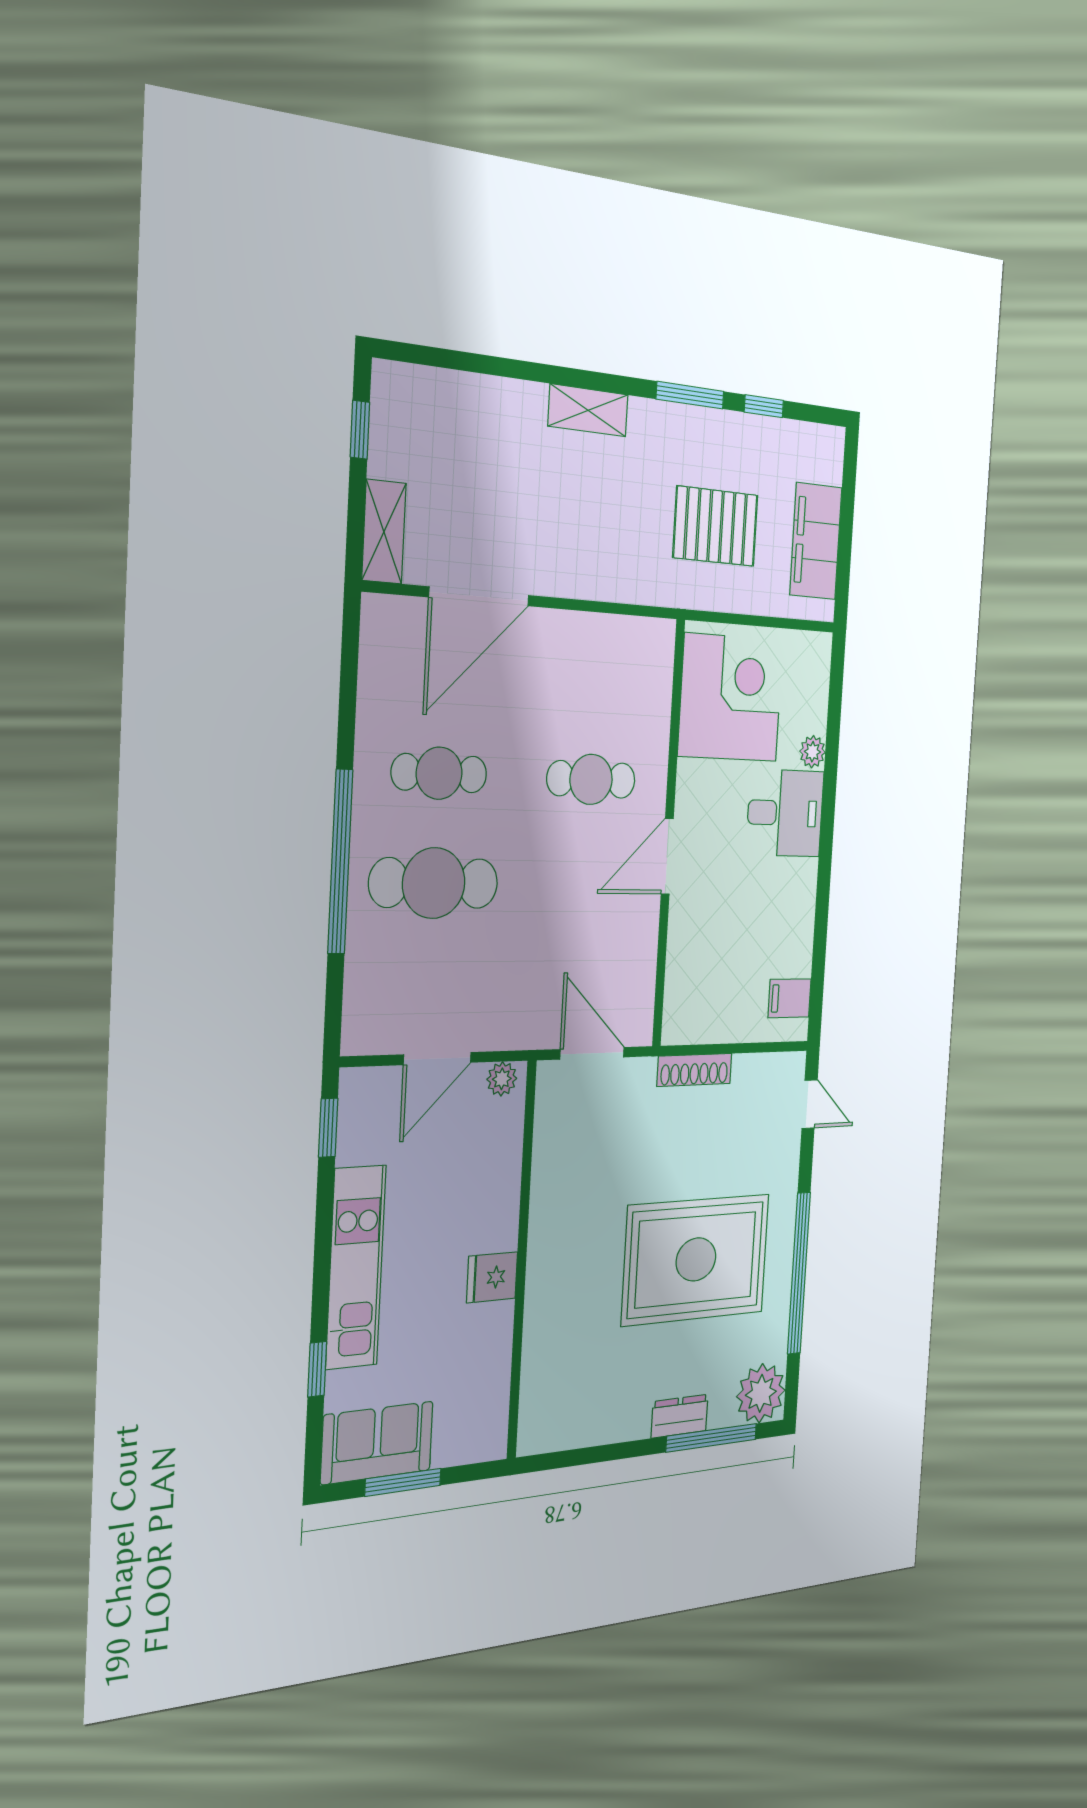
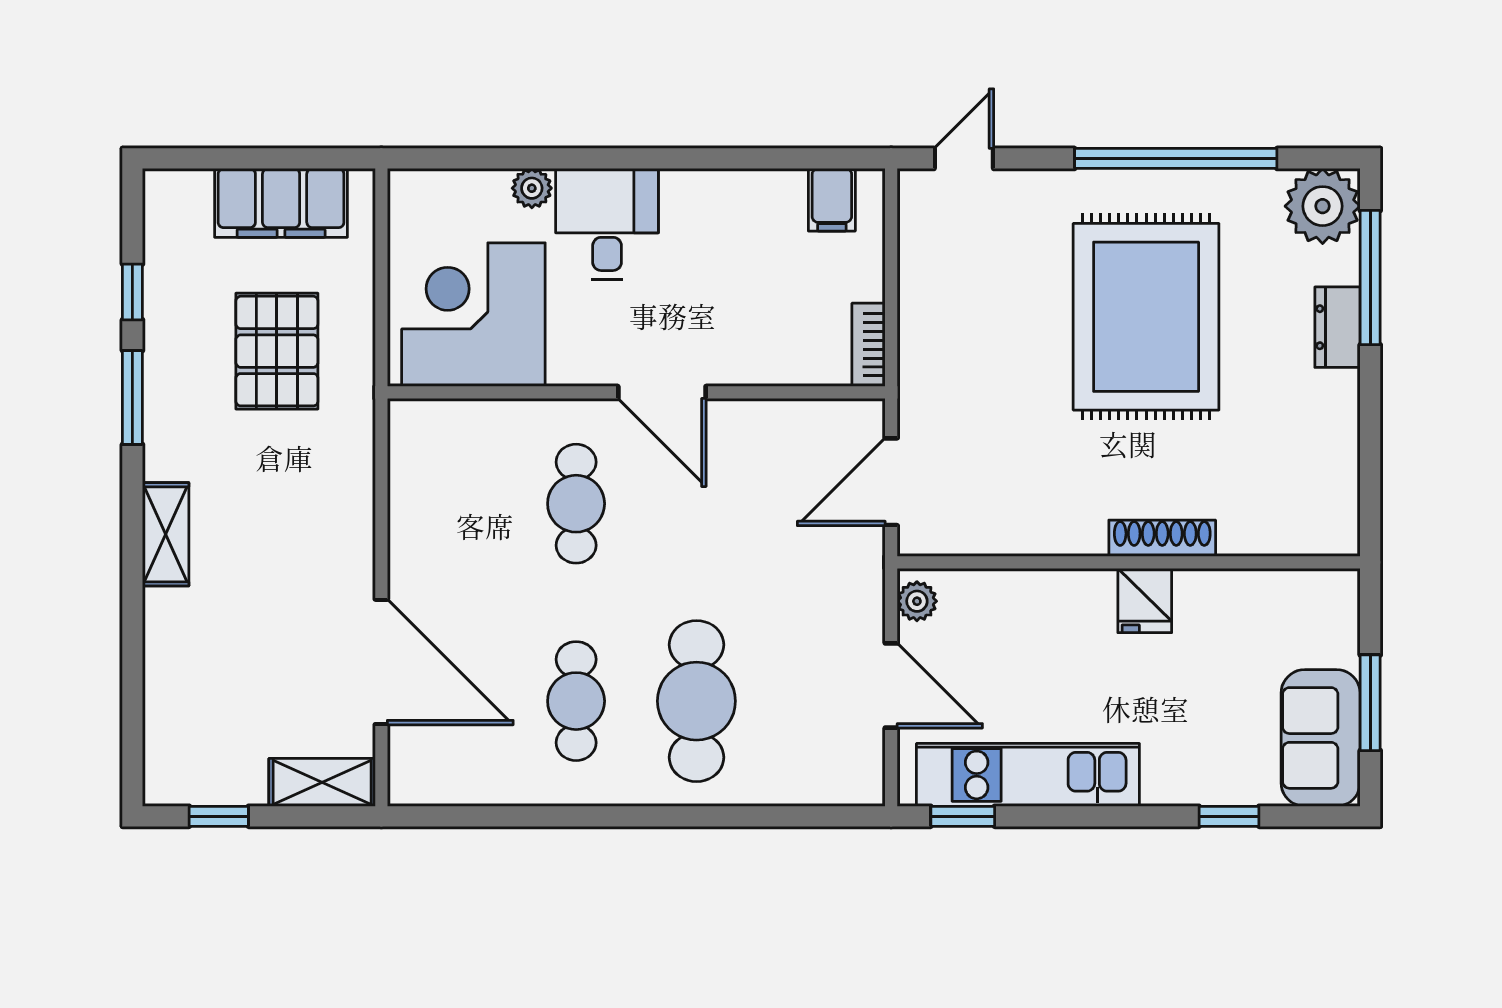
window: (340, 862) -> (675, 816), removed
bookcase: (690, 1031) -> (869, 345), added
shoe rack: (695, 1070) -> (1162, 538), moved, turned -90
kitchen unit: (356, 1267) -> (1028, 775), moved

